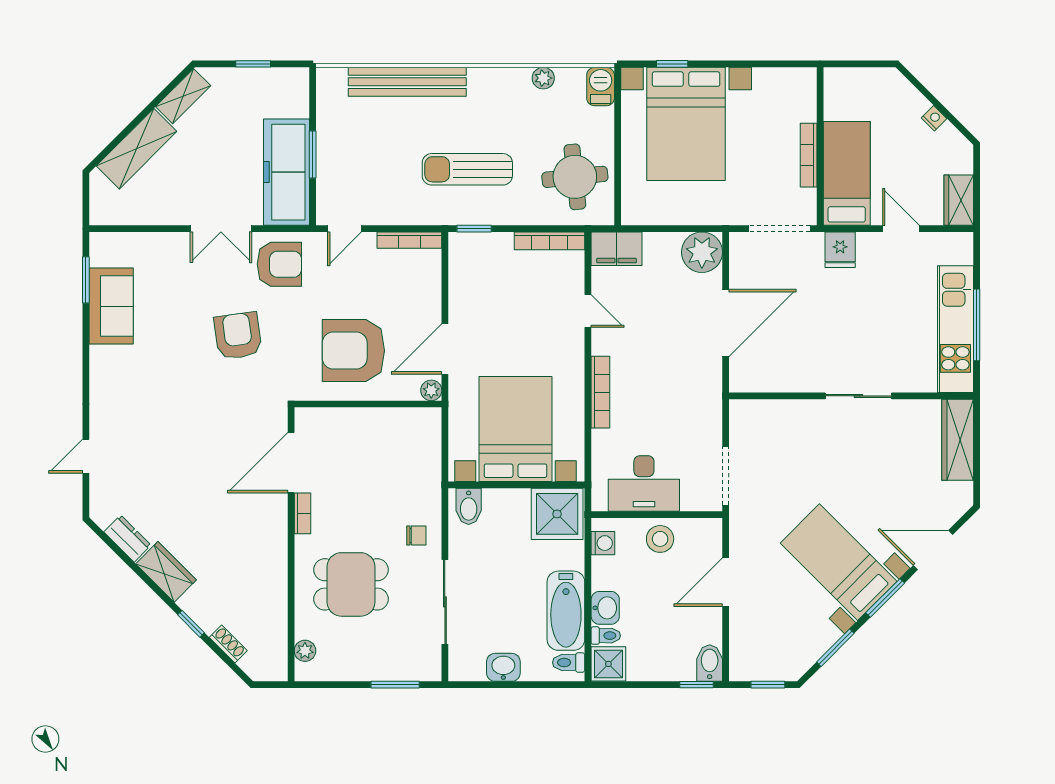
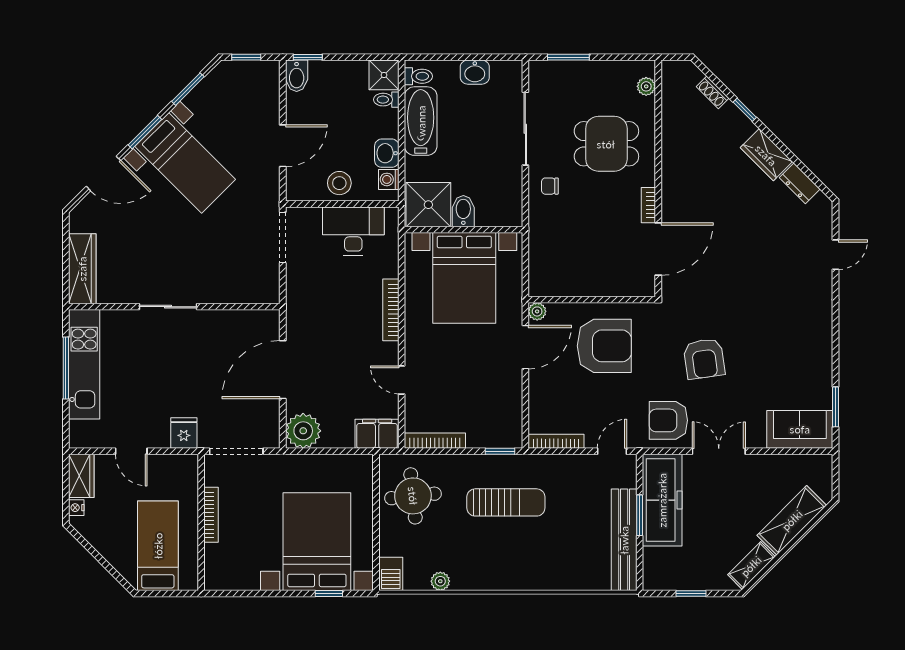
bench: (407, 82) -> (624, 540), moved, turned 90
nightstand: (934, 118) -> (76, 508), moved, turned 45
bed: (847, 173) -> (158, 546), moved, turned 180
sofa: (111, 306) -> (800, 429), moved, turned 90
bidet: (469, 506) -> (463, 211), moved
washbasin: (605, 608) -> (387, 153), moved

